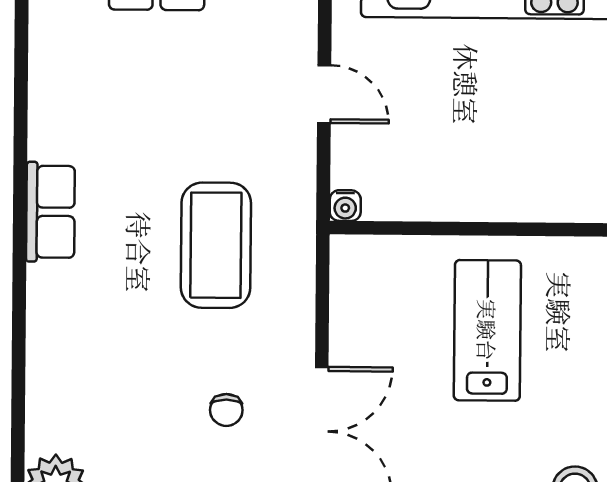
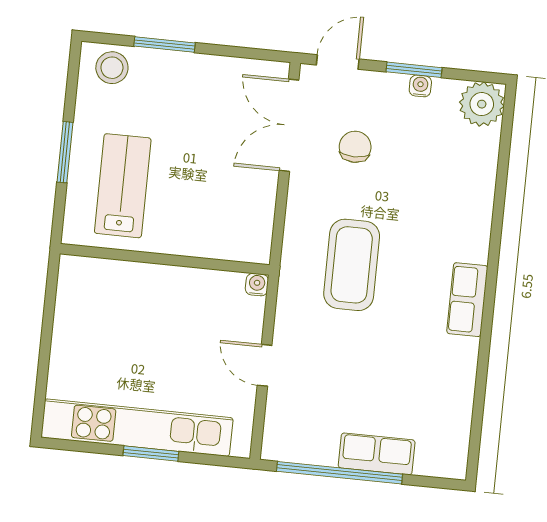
lab bench: (487, 330) -> (123, 186), moved, turned 180
chair: (226, 410) -> (355, 147), width x1.37, depth x1.37

